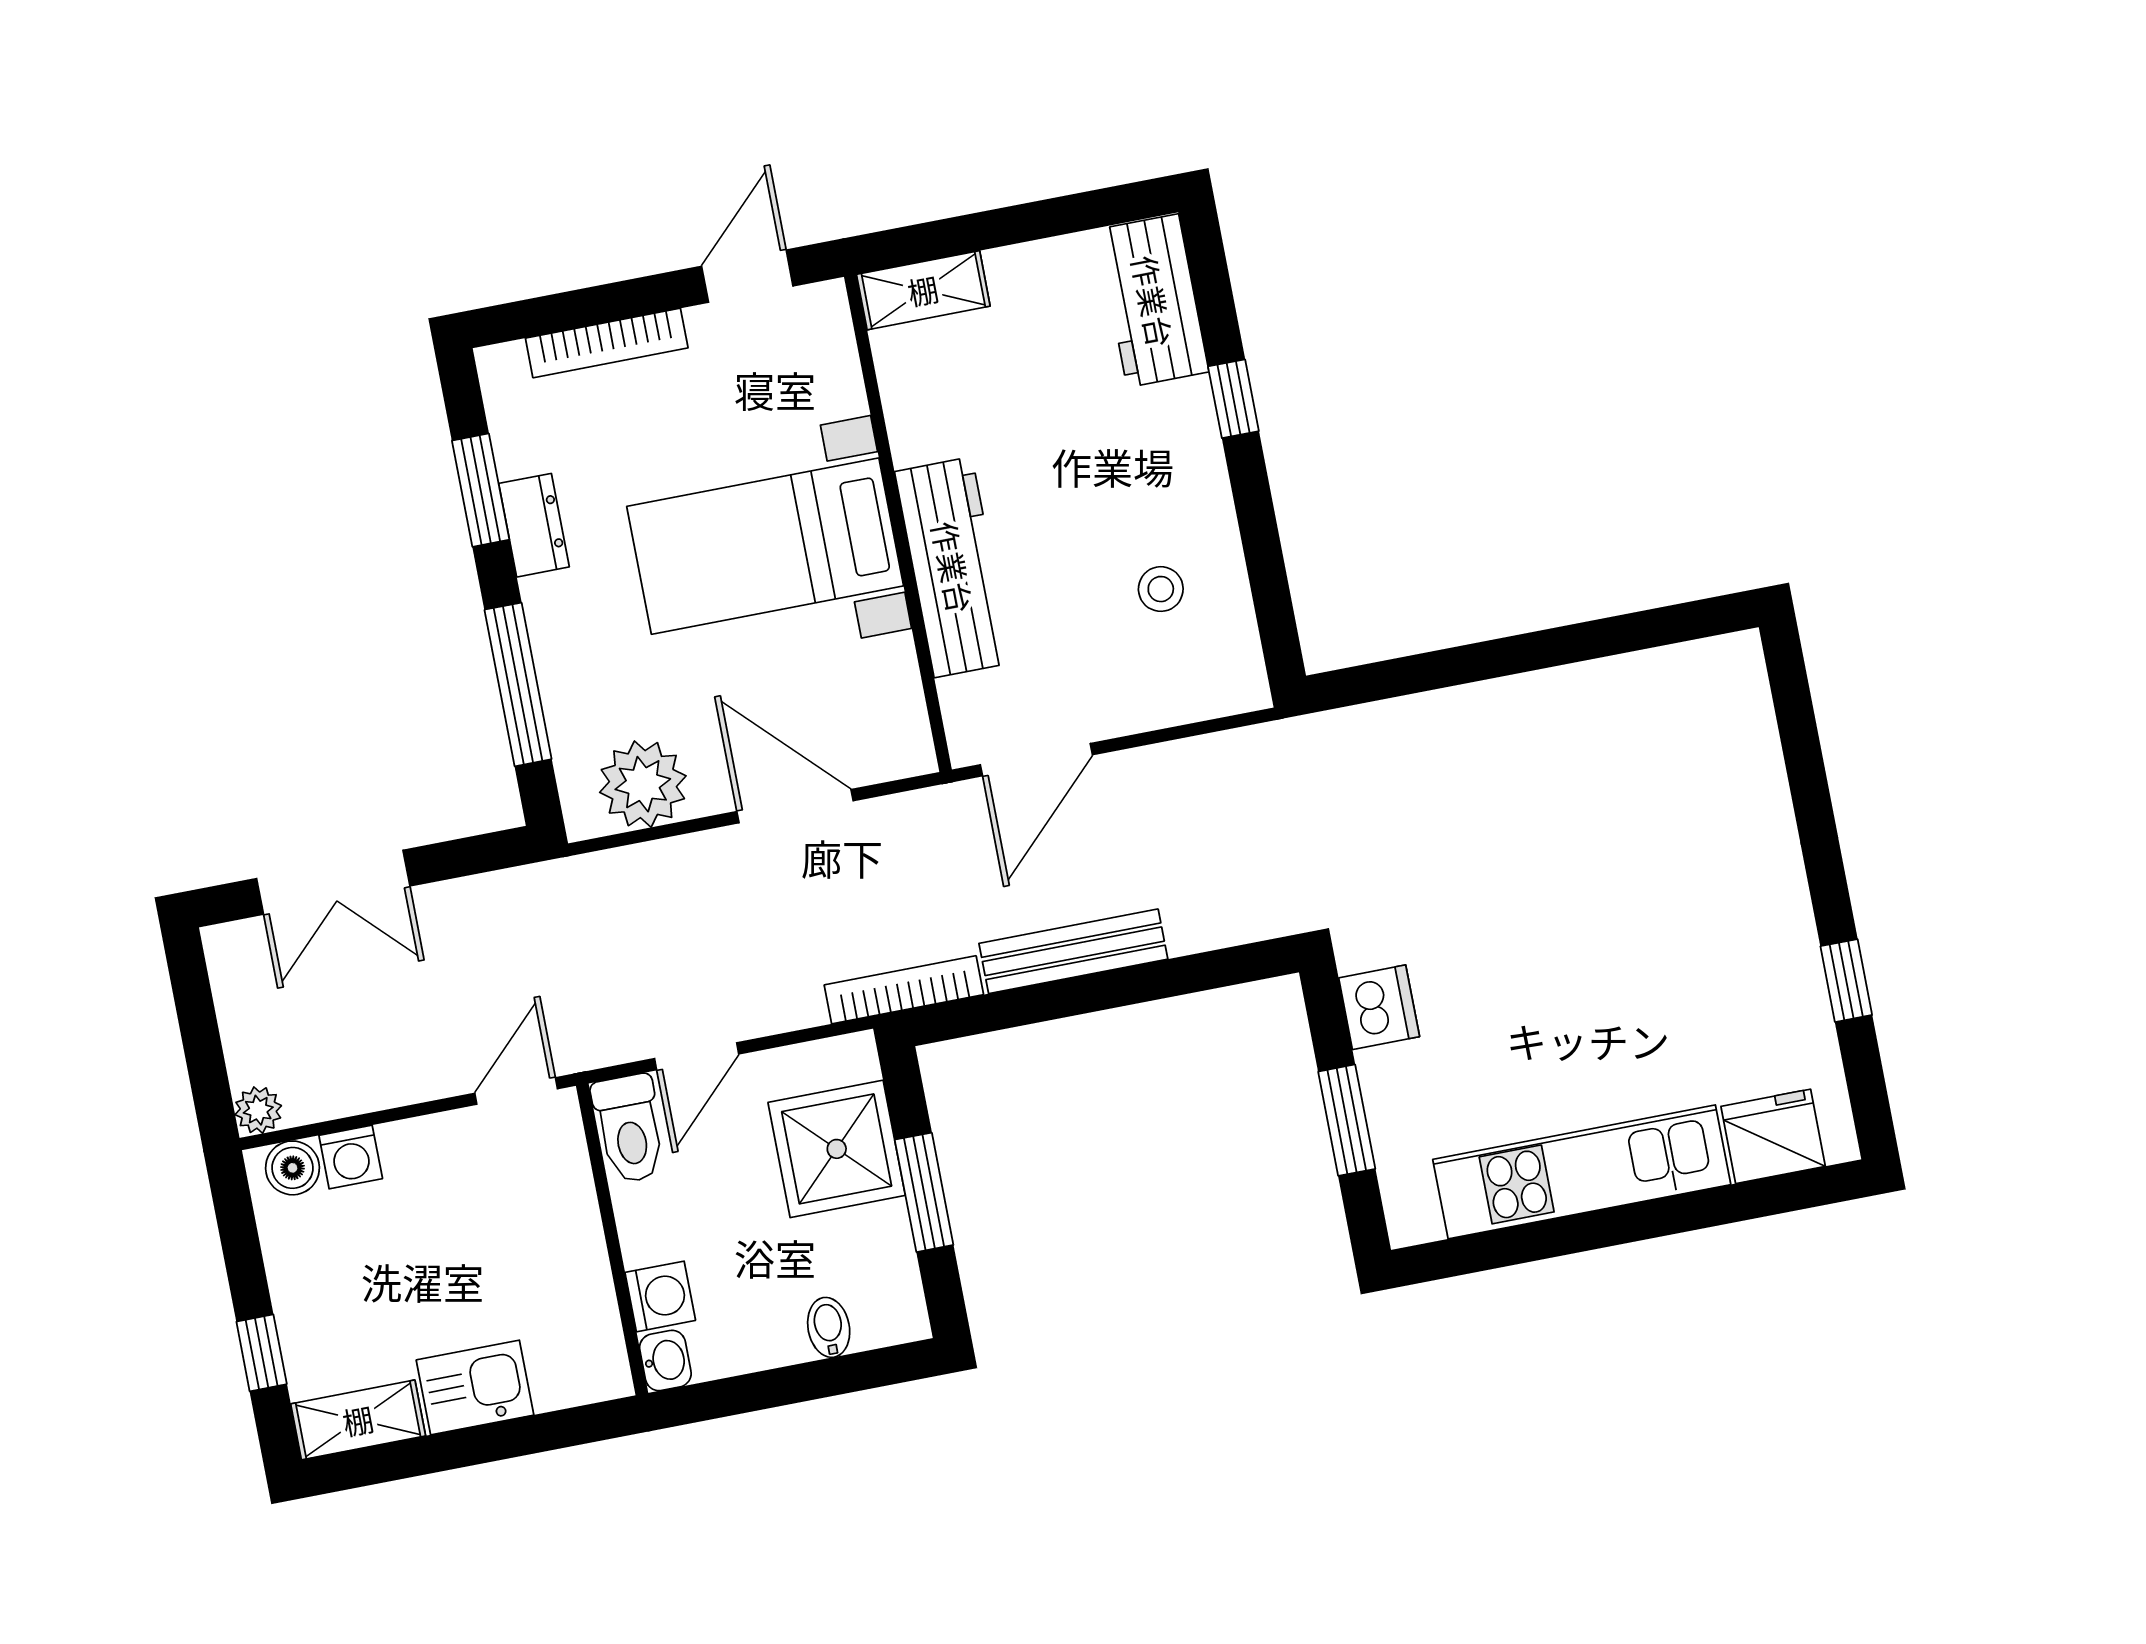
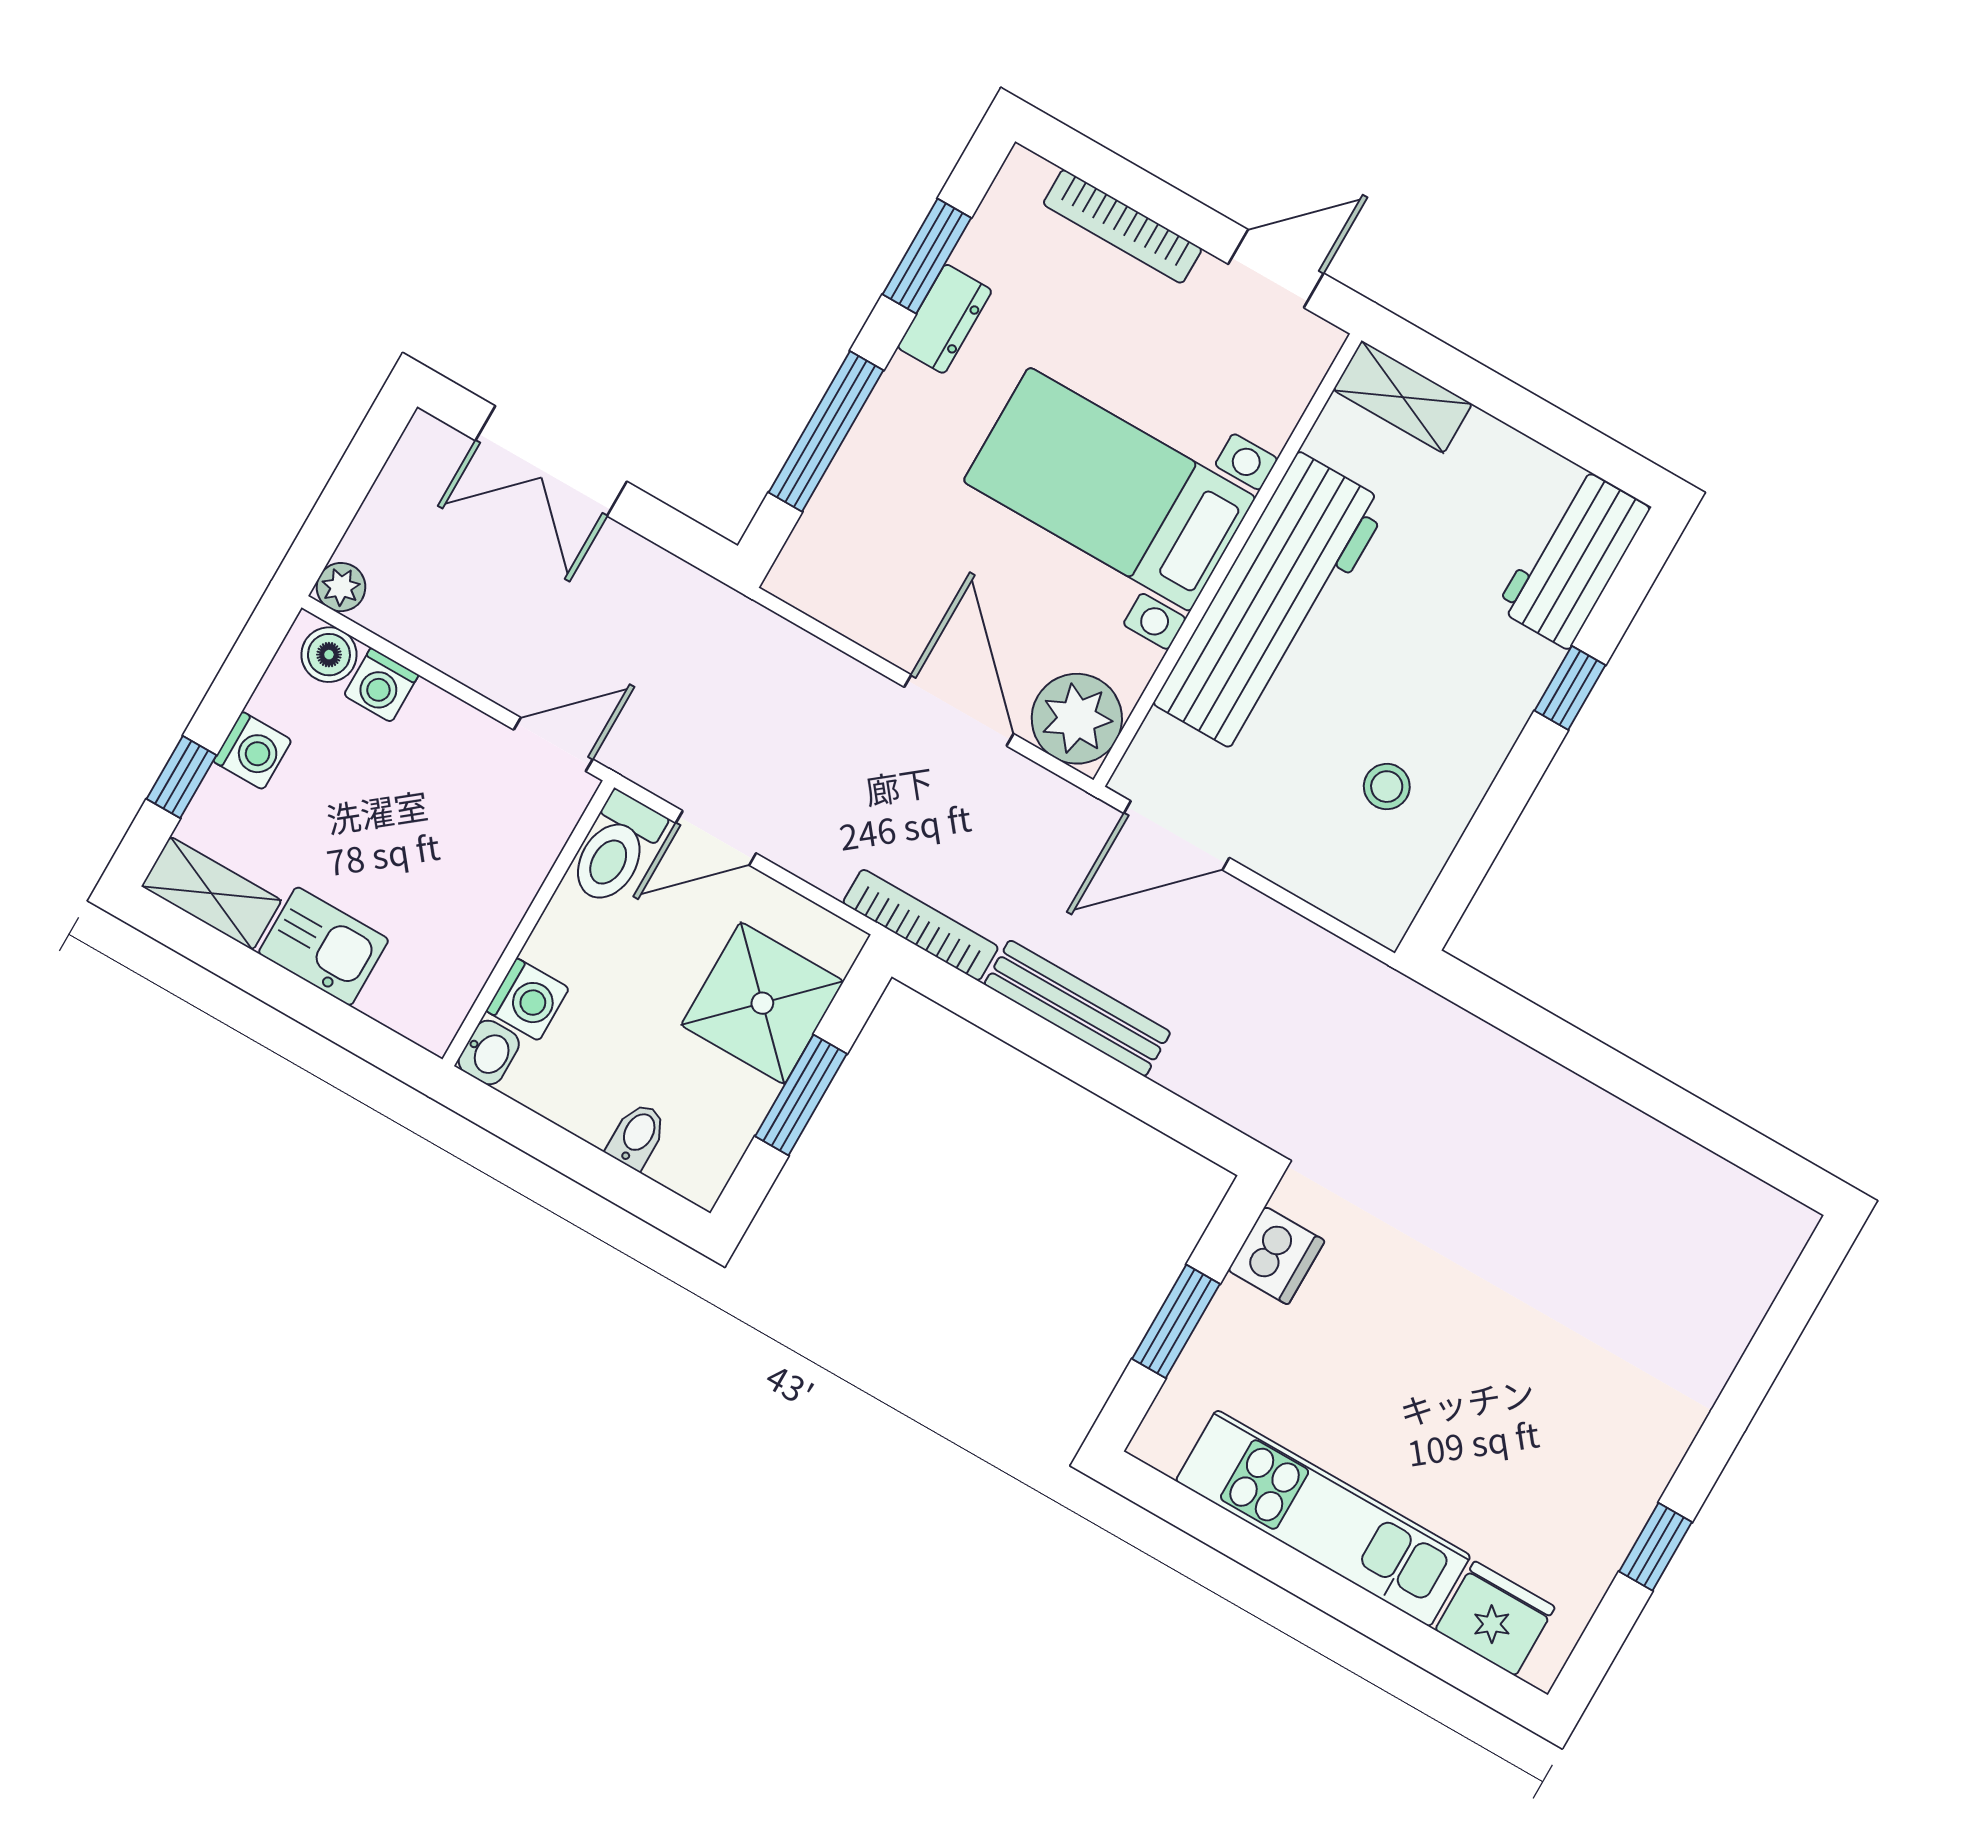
workbench: (953, 567) -> (1271, 604), width x1.36, depth x1.32
plant: (643, 784) -> (1077, 719), moved
washing machine: (297, 1288) -> (253, 751), added

